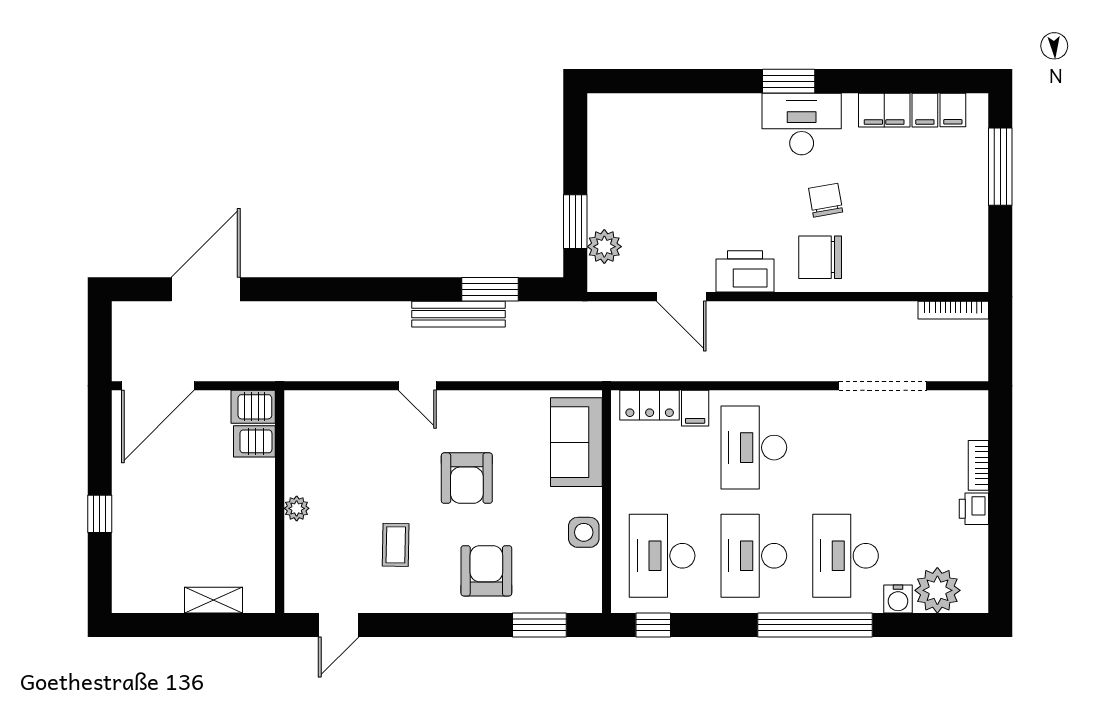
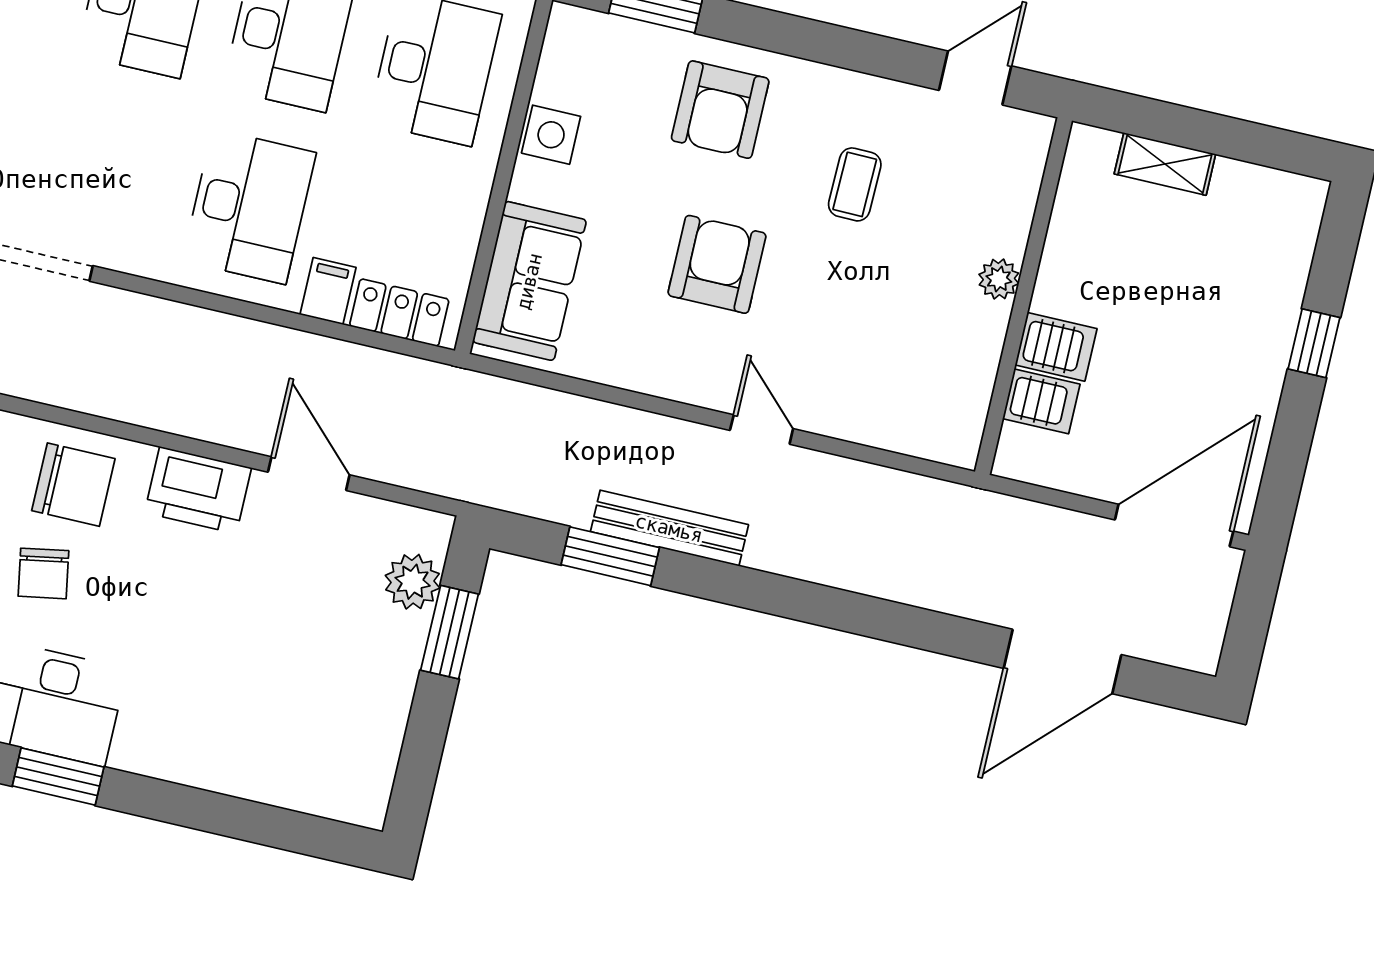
server rack: (253, 407) -> (1056, 347), moved

